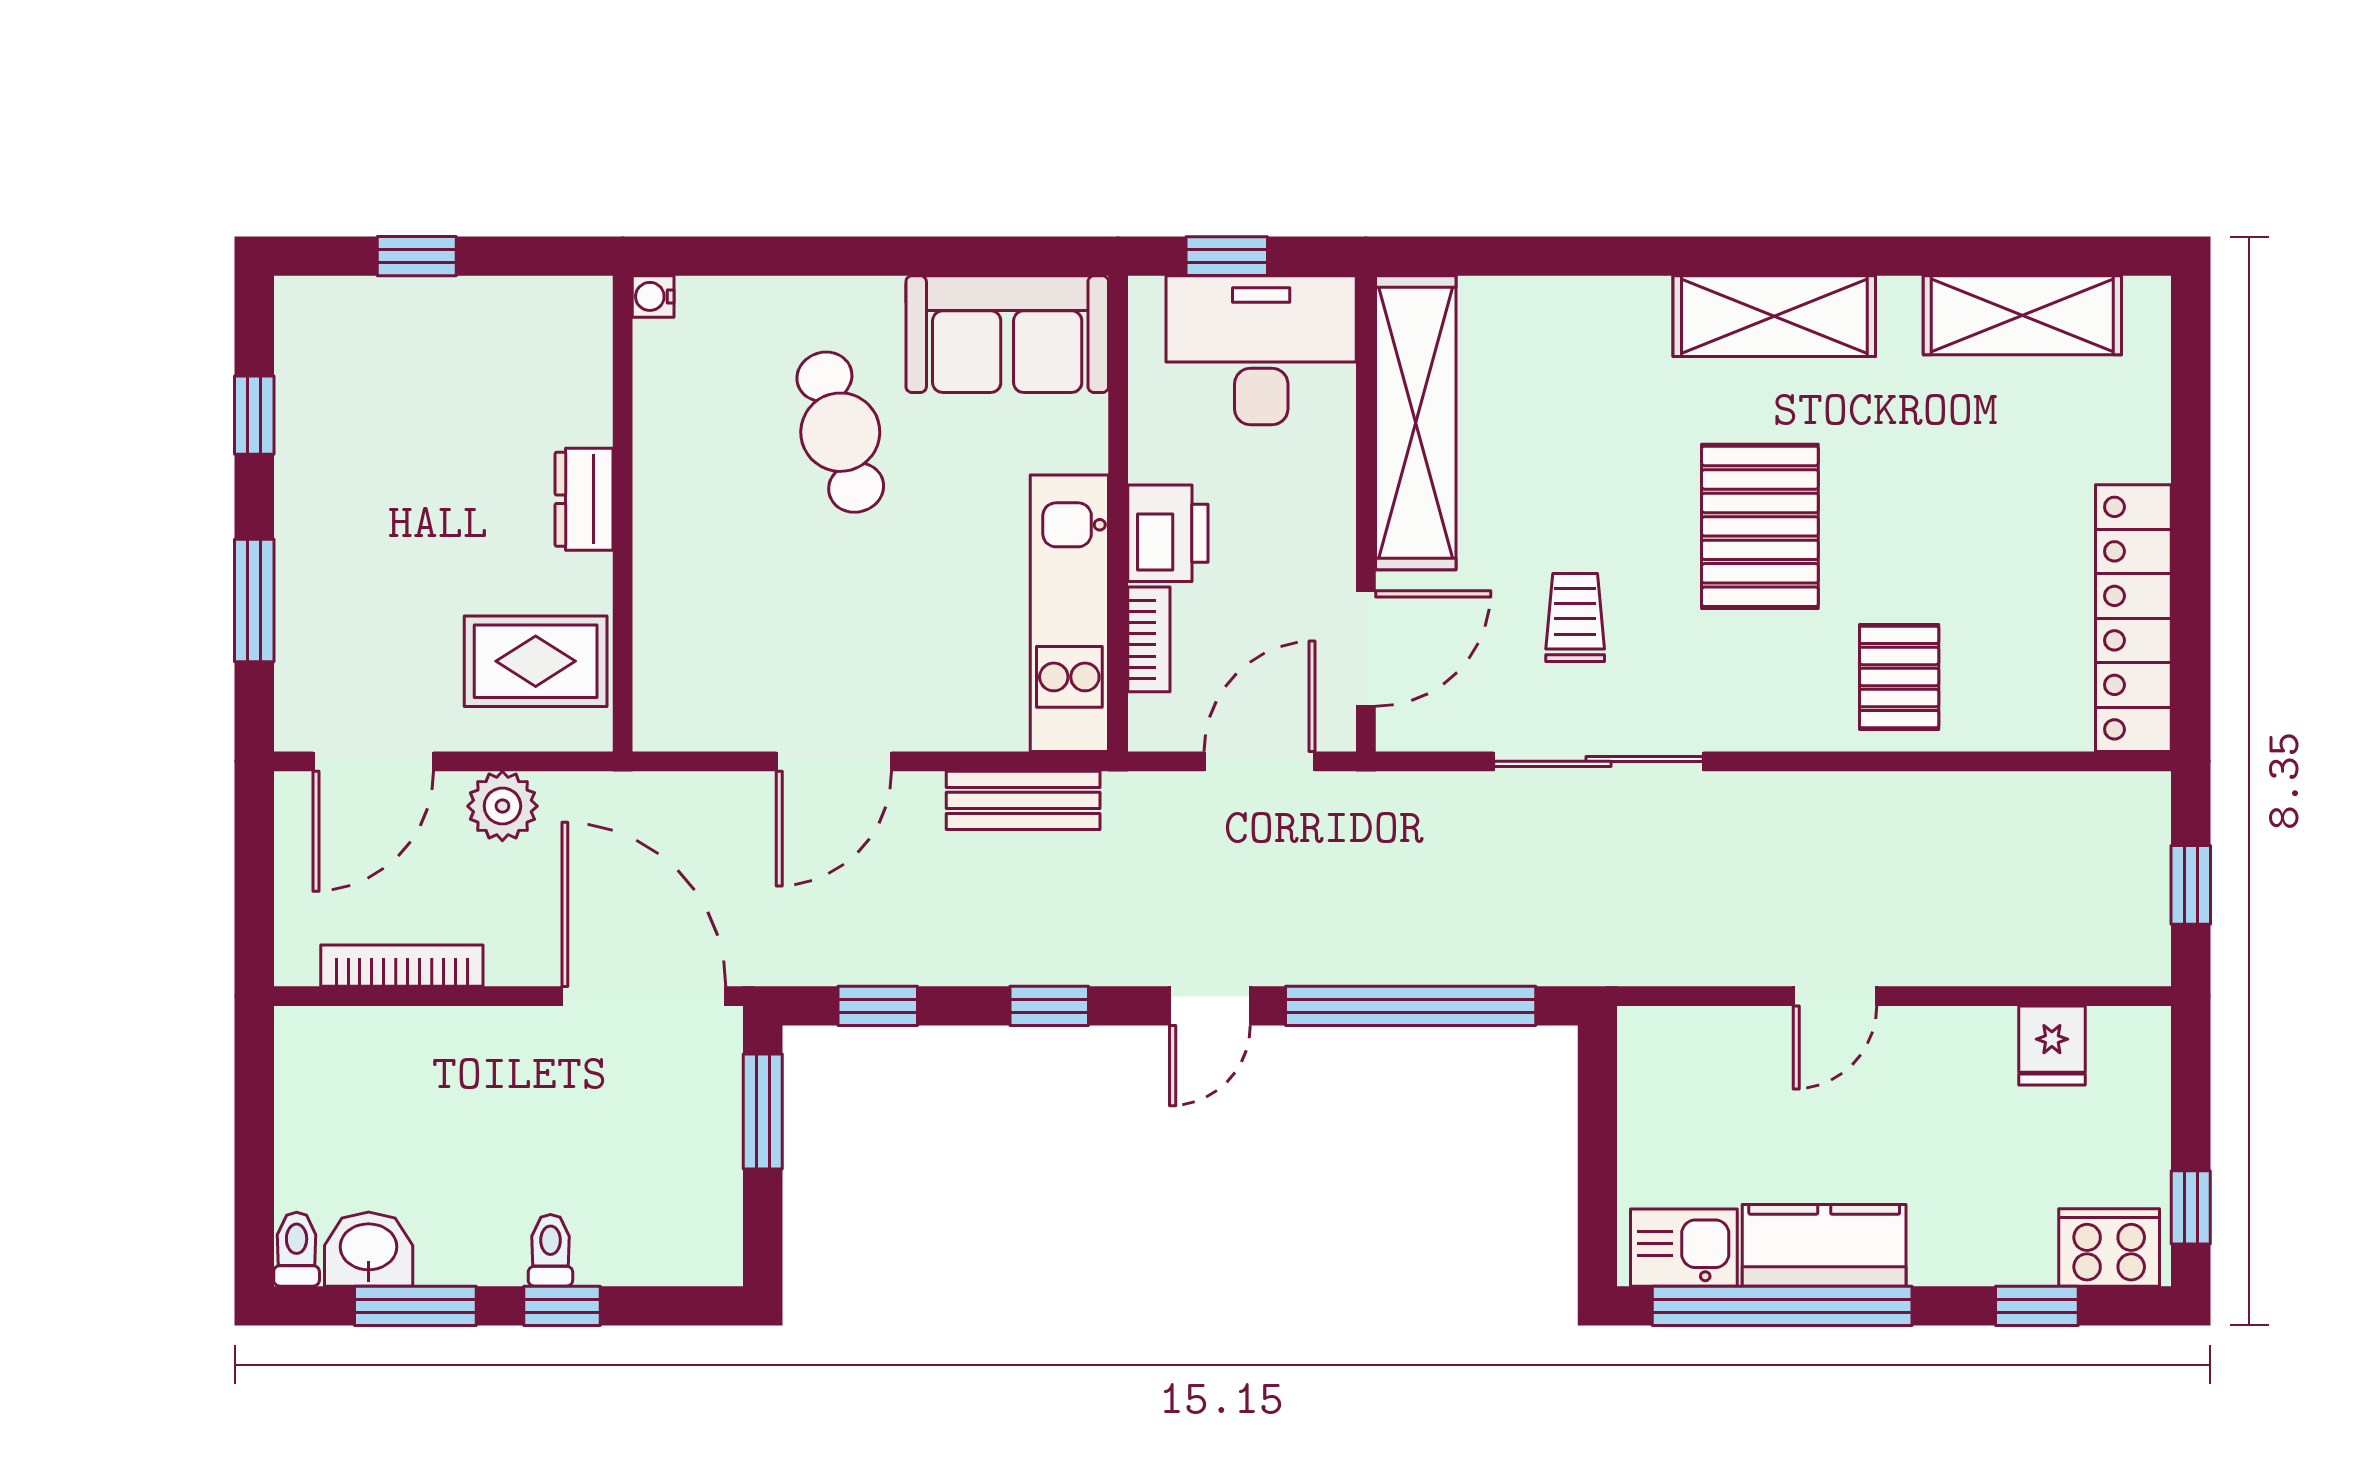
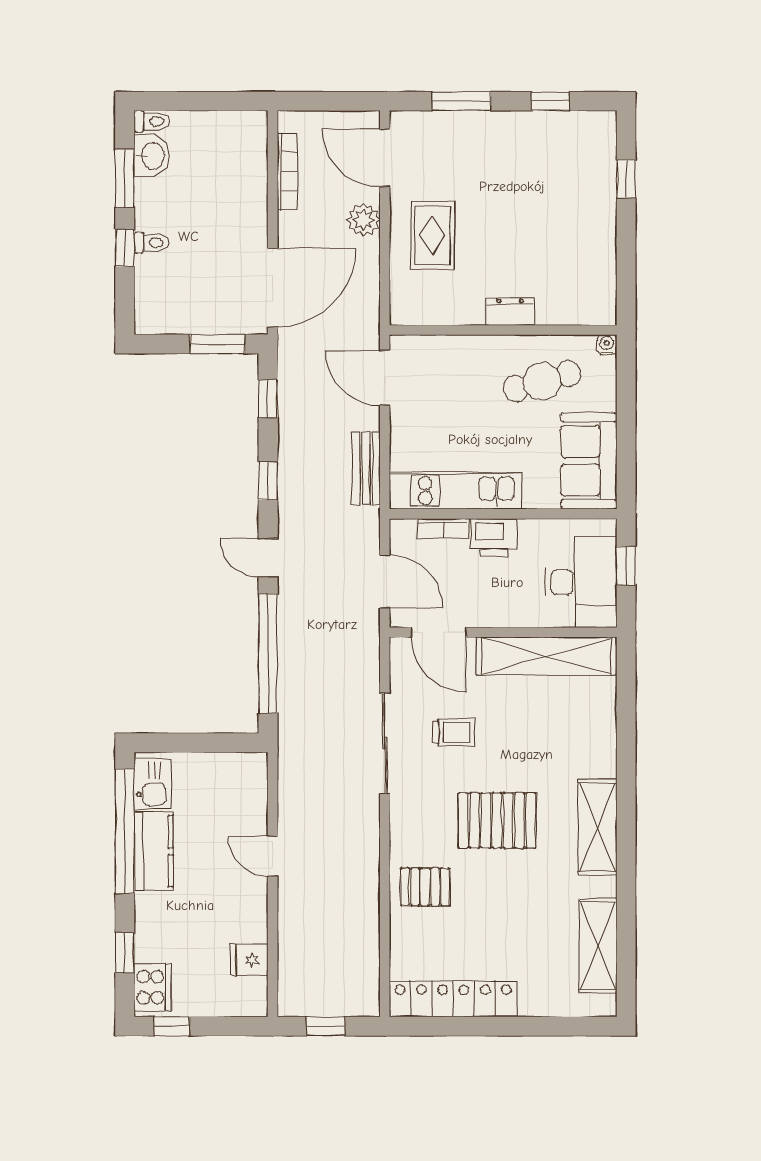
water cooler: (653, 296) -> (607, 345), moved
dresser: (584, 499) -> (510, 312), moved
wall: (623, 514) -> (503, 330), moved

